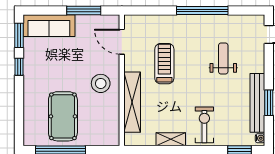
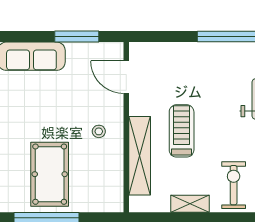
treadmill: (164, 64) -> (182, 131), moved
stool: (101, 83) -> (99, 131), width x0.53, depth x0.53

